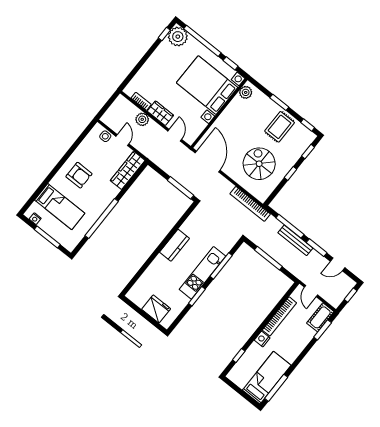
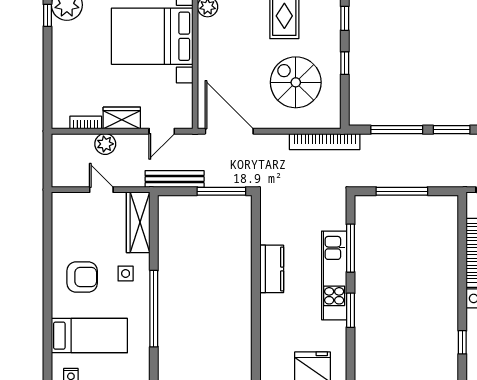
door: (175, 135) -> (162, 131), swing flipped
side table: (105, 136) -> (126, 273), moved
bench: (295, 240) -> (175, 179), moved

